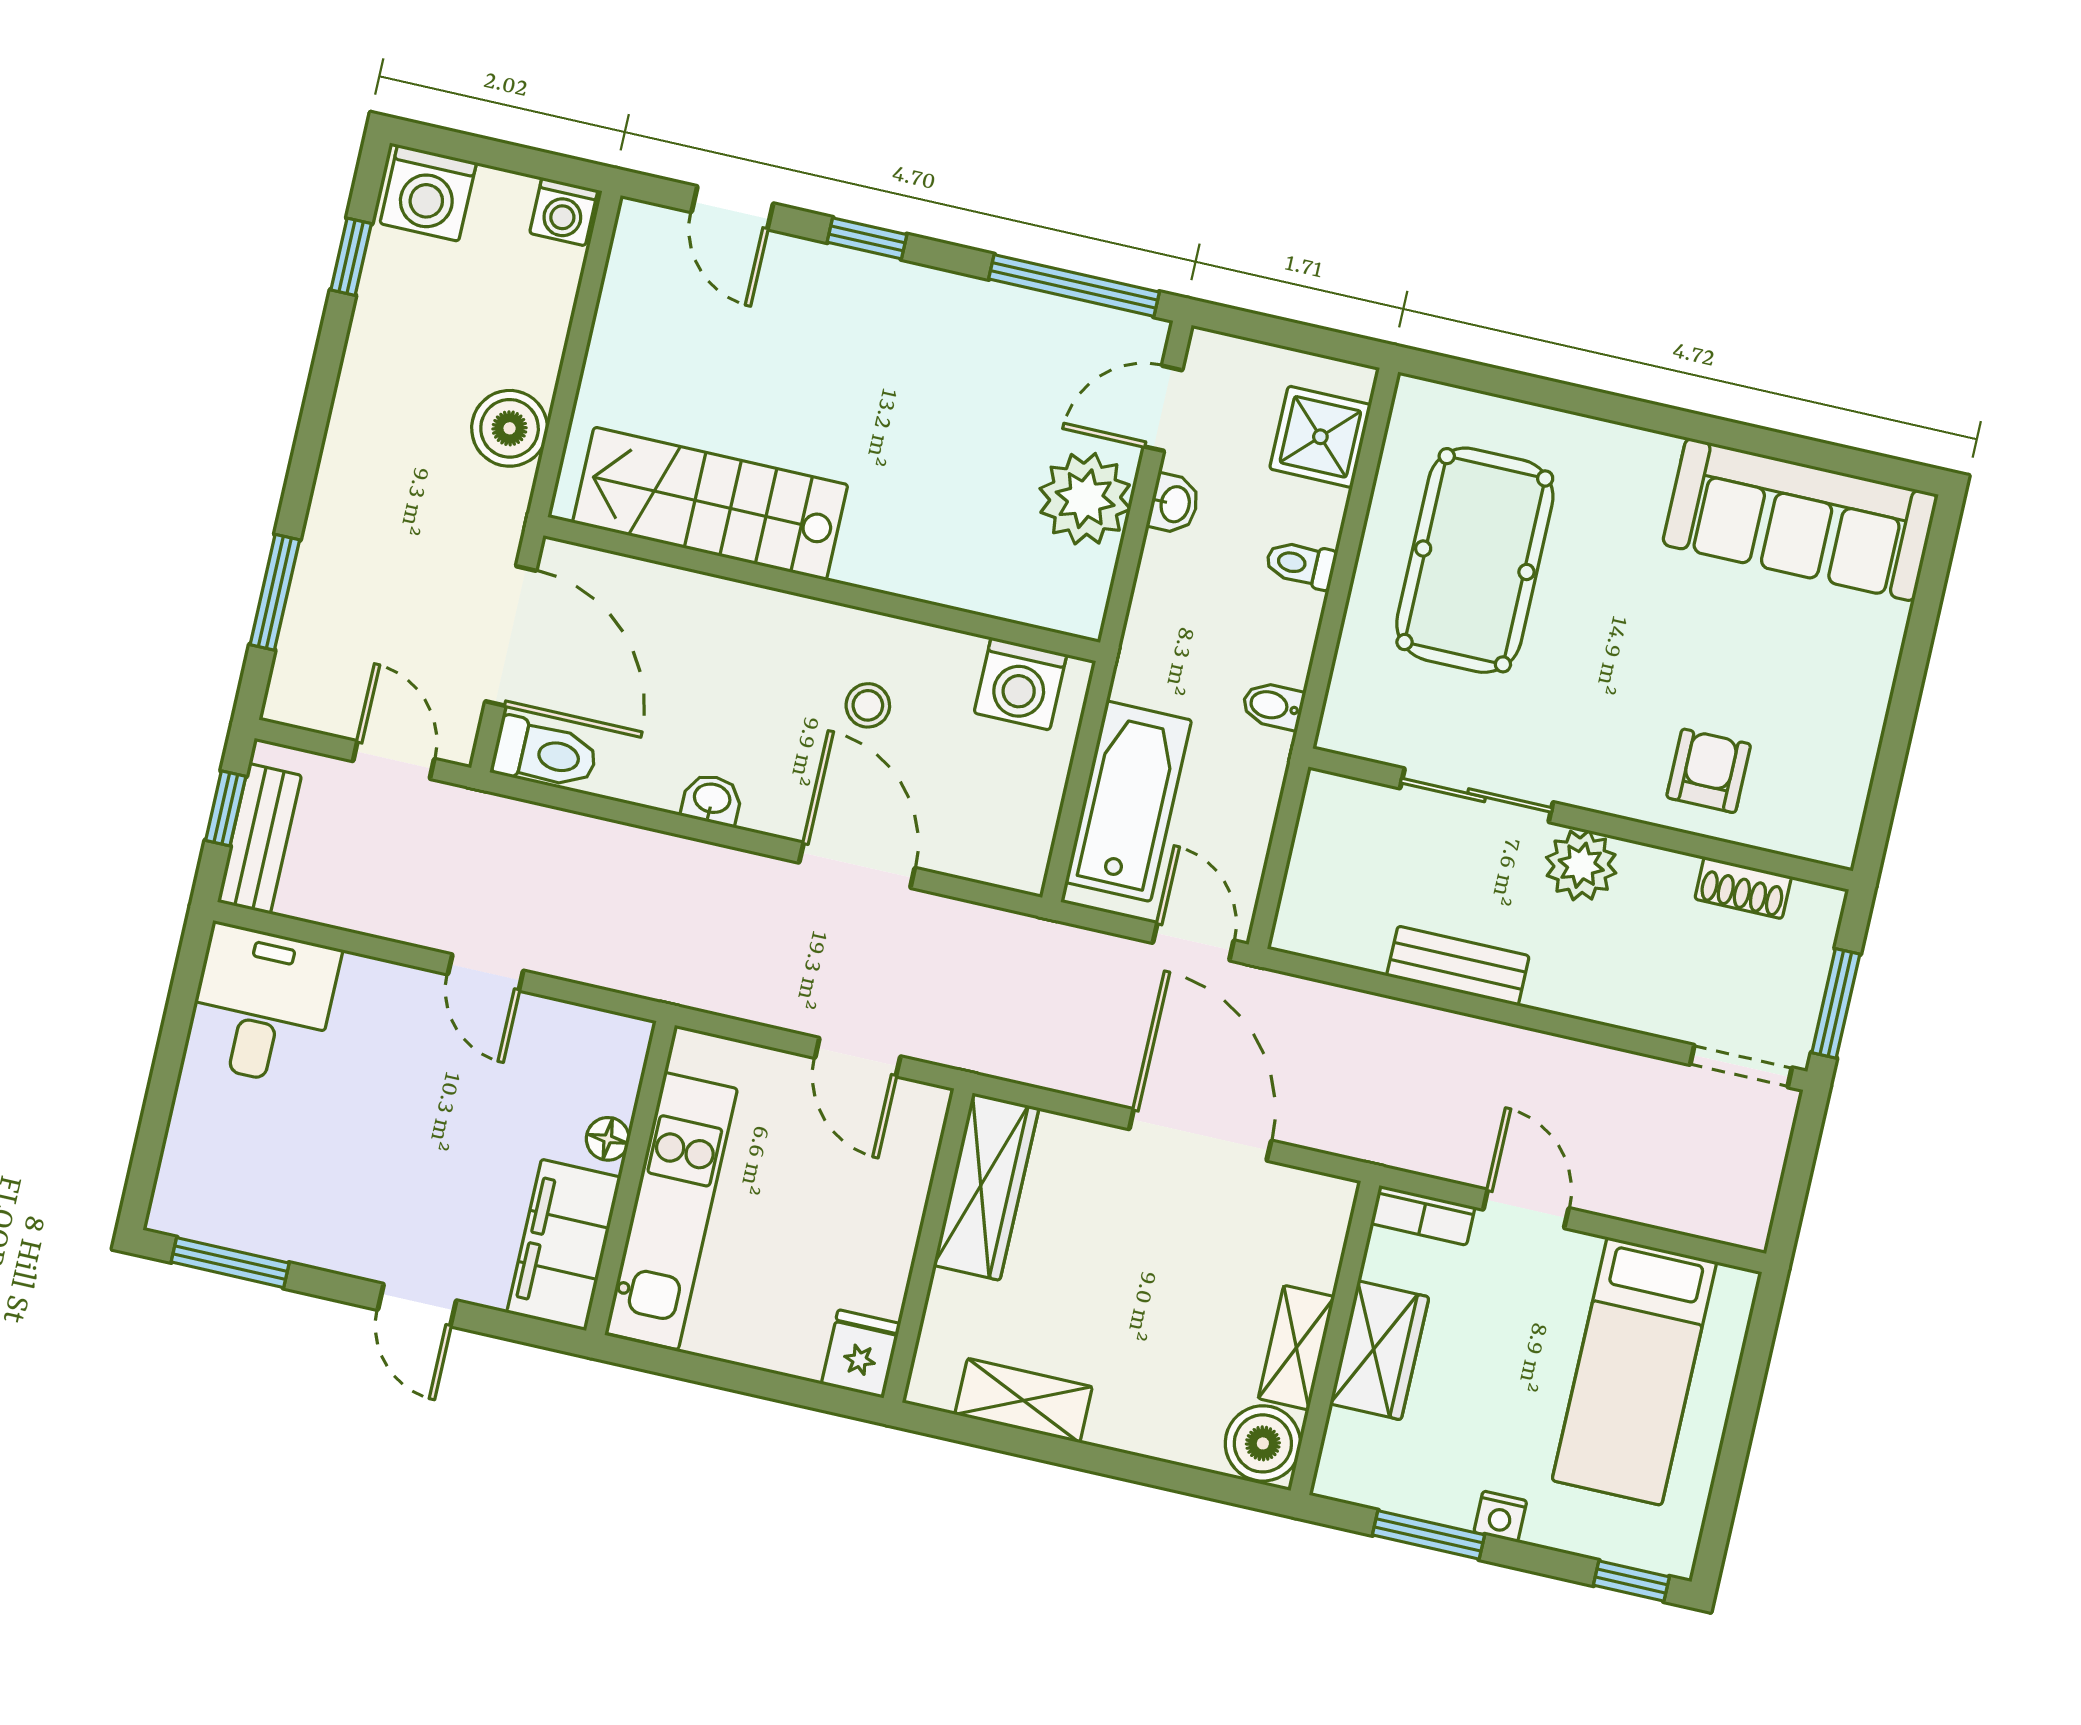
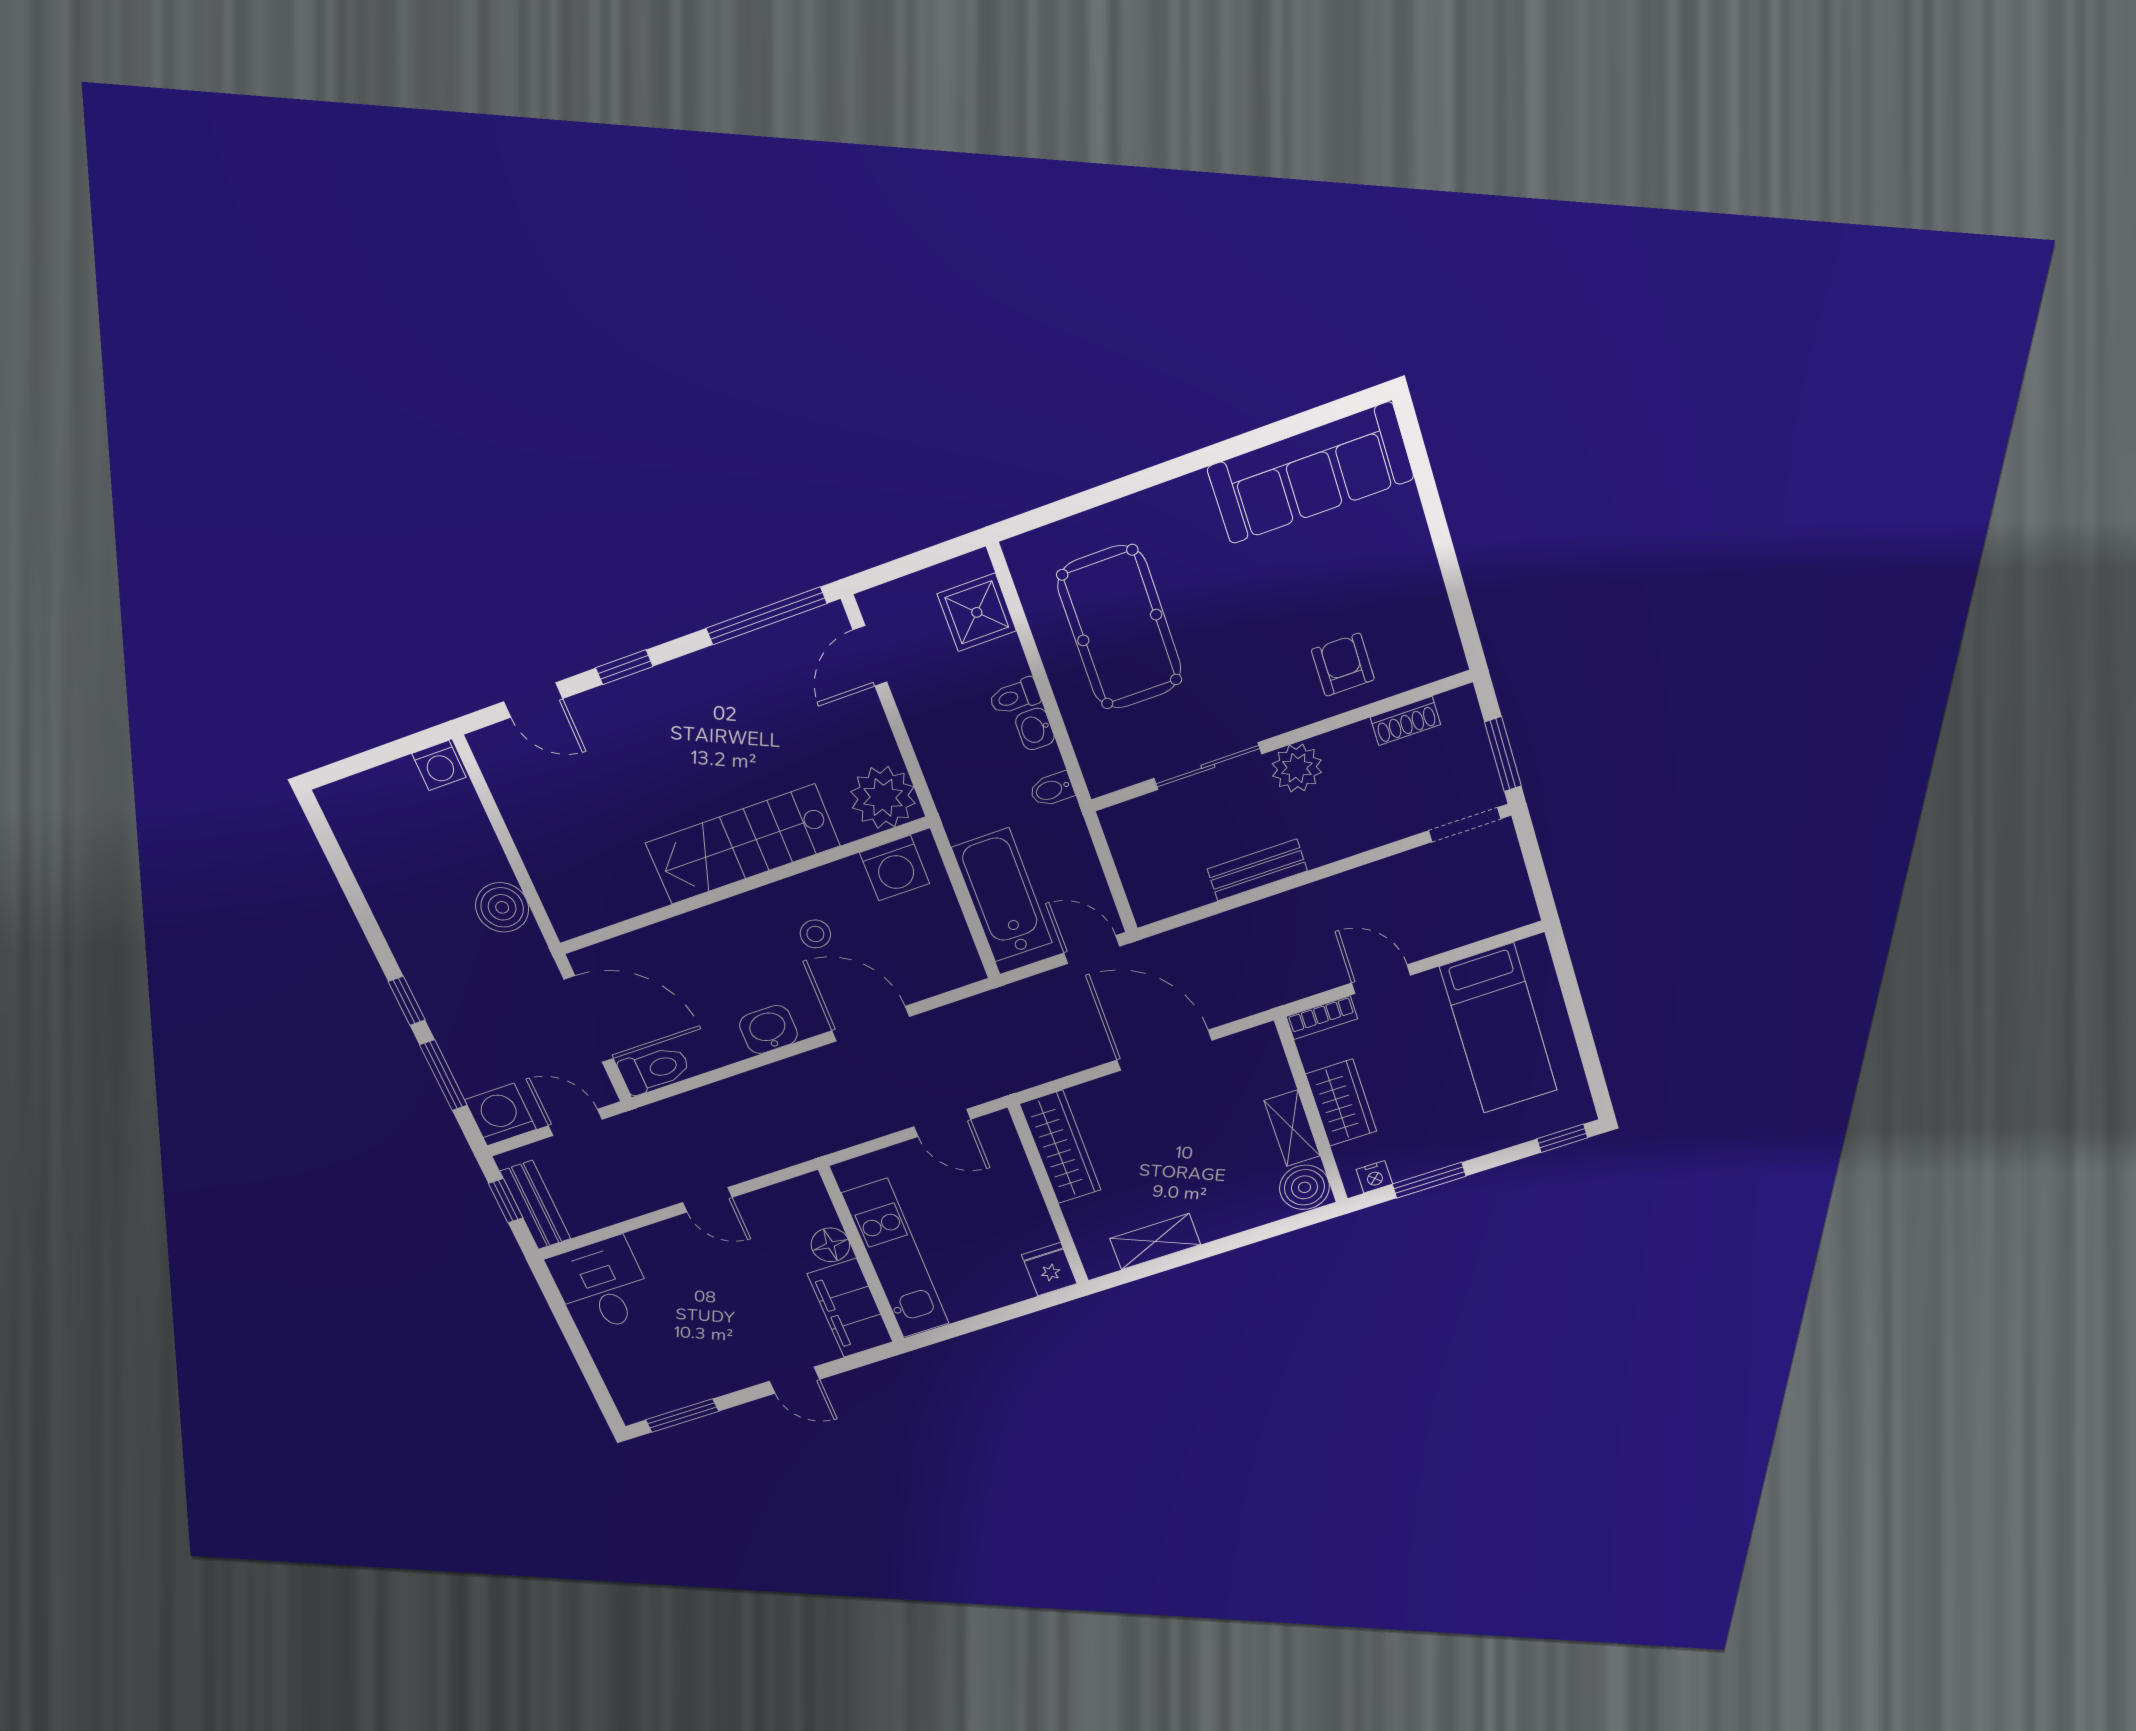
washing machine: (428, 193) -> (500, 1115), moved, turned 180
window: (351, 257) -> (407, 1001), moved
plant: (1085, 499) -> (883, 797), moved
stairs: (710, 504) -> (743, 844), moved
washbasin: (1174, 504) -> (1035, 729), moved, turned 180
washbasin: (712, 800) -> (768, 1030), width x1.38, depth x1.45
floor lamp: (608, 1139) -> (830, 1245), width x1.37, depth x1.37
nightstand: (1500, 1517) -> (1374, 1177), moved

